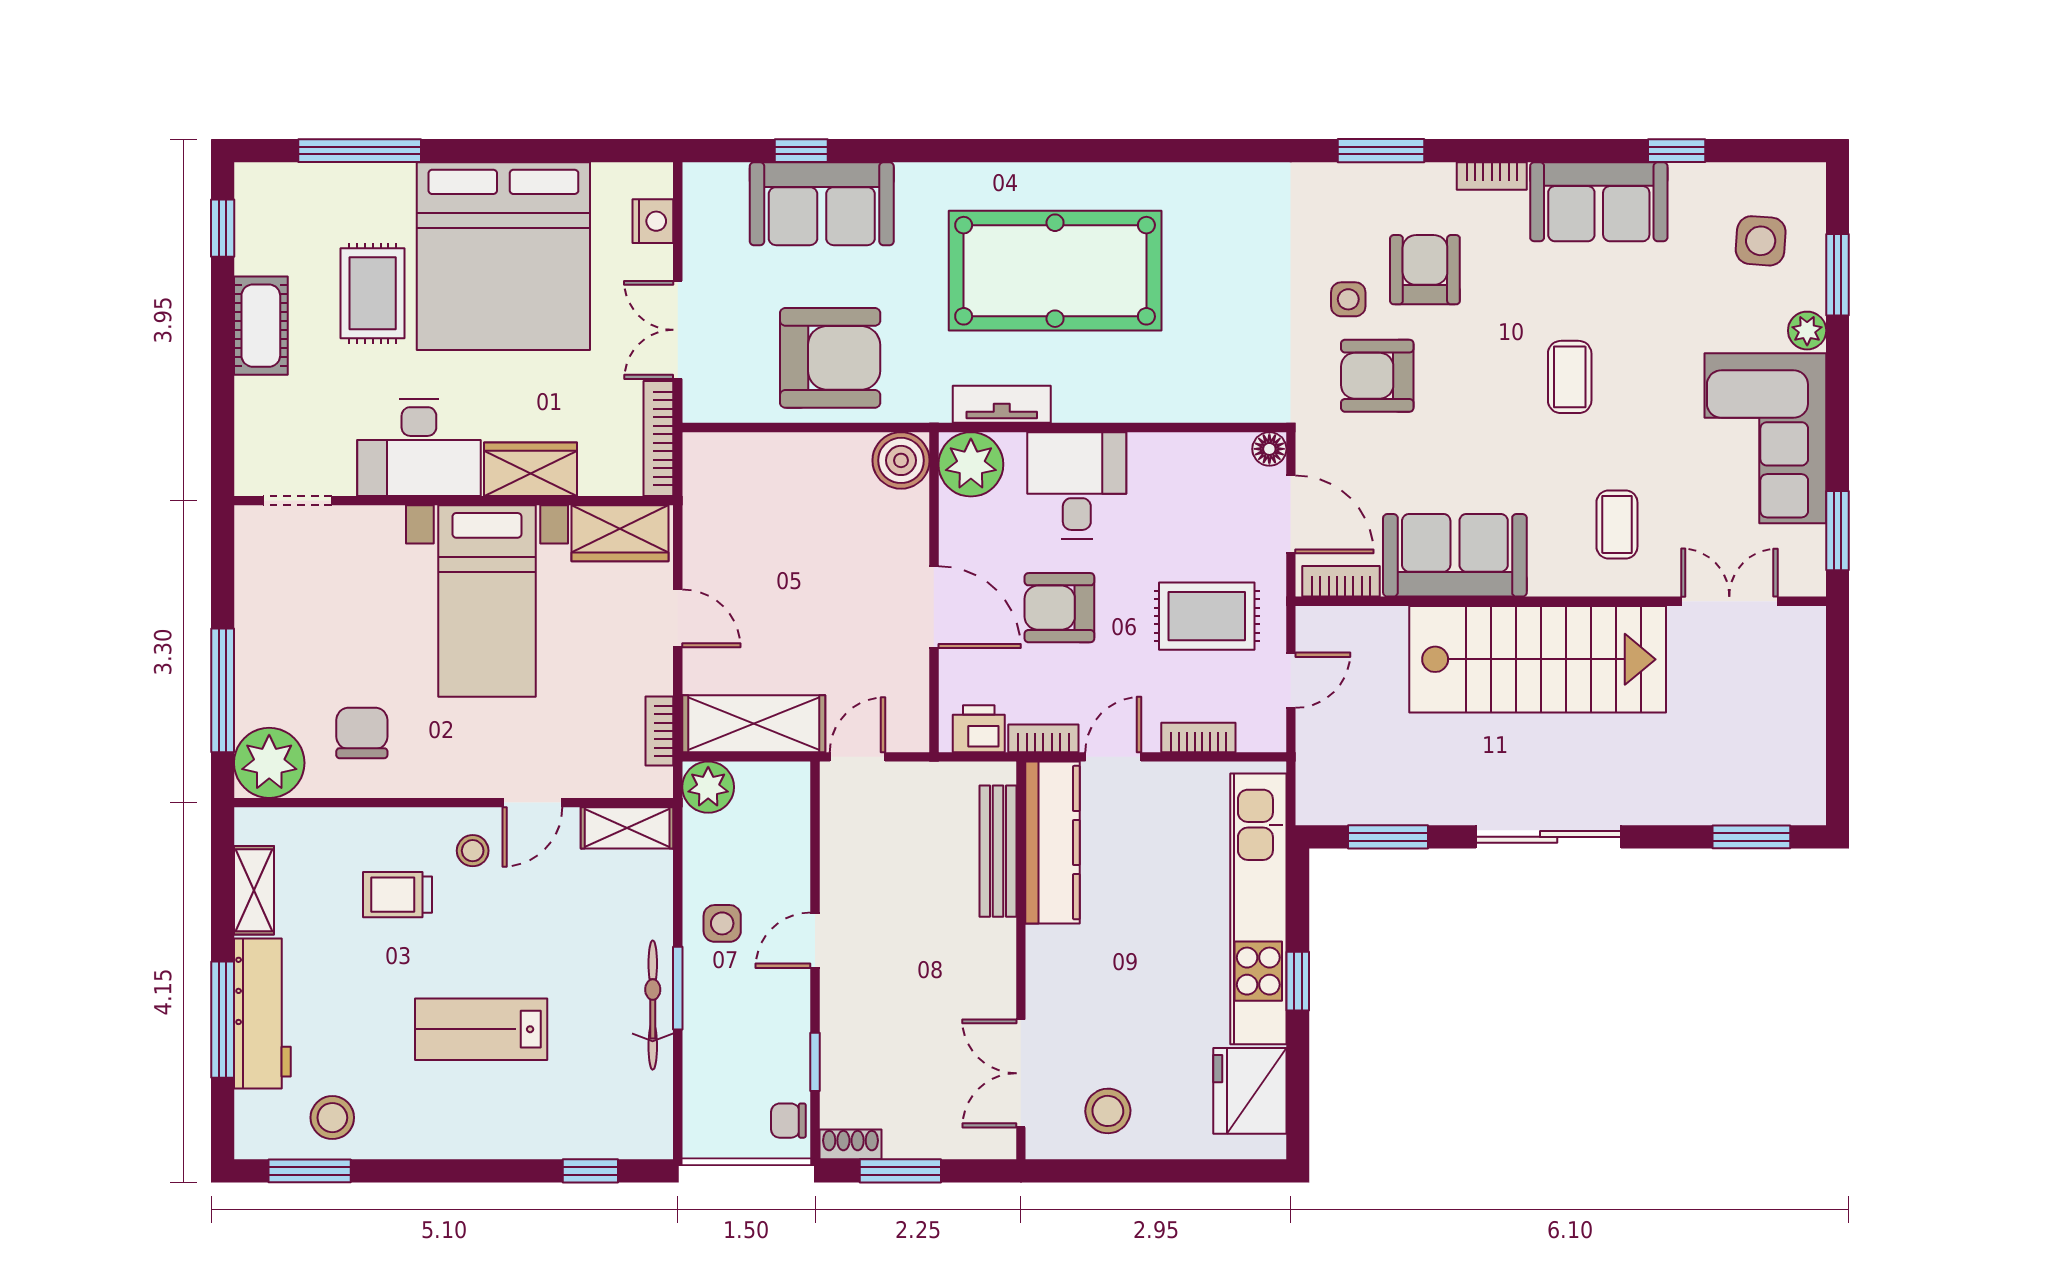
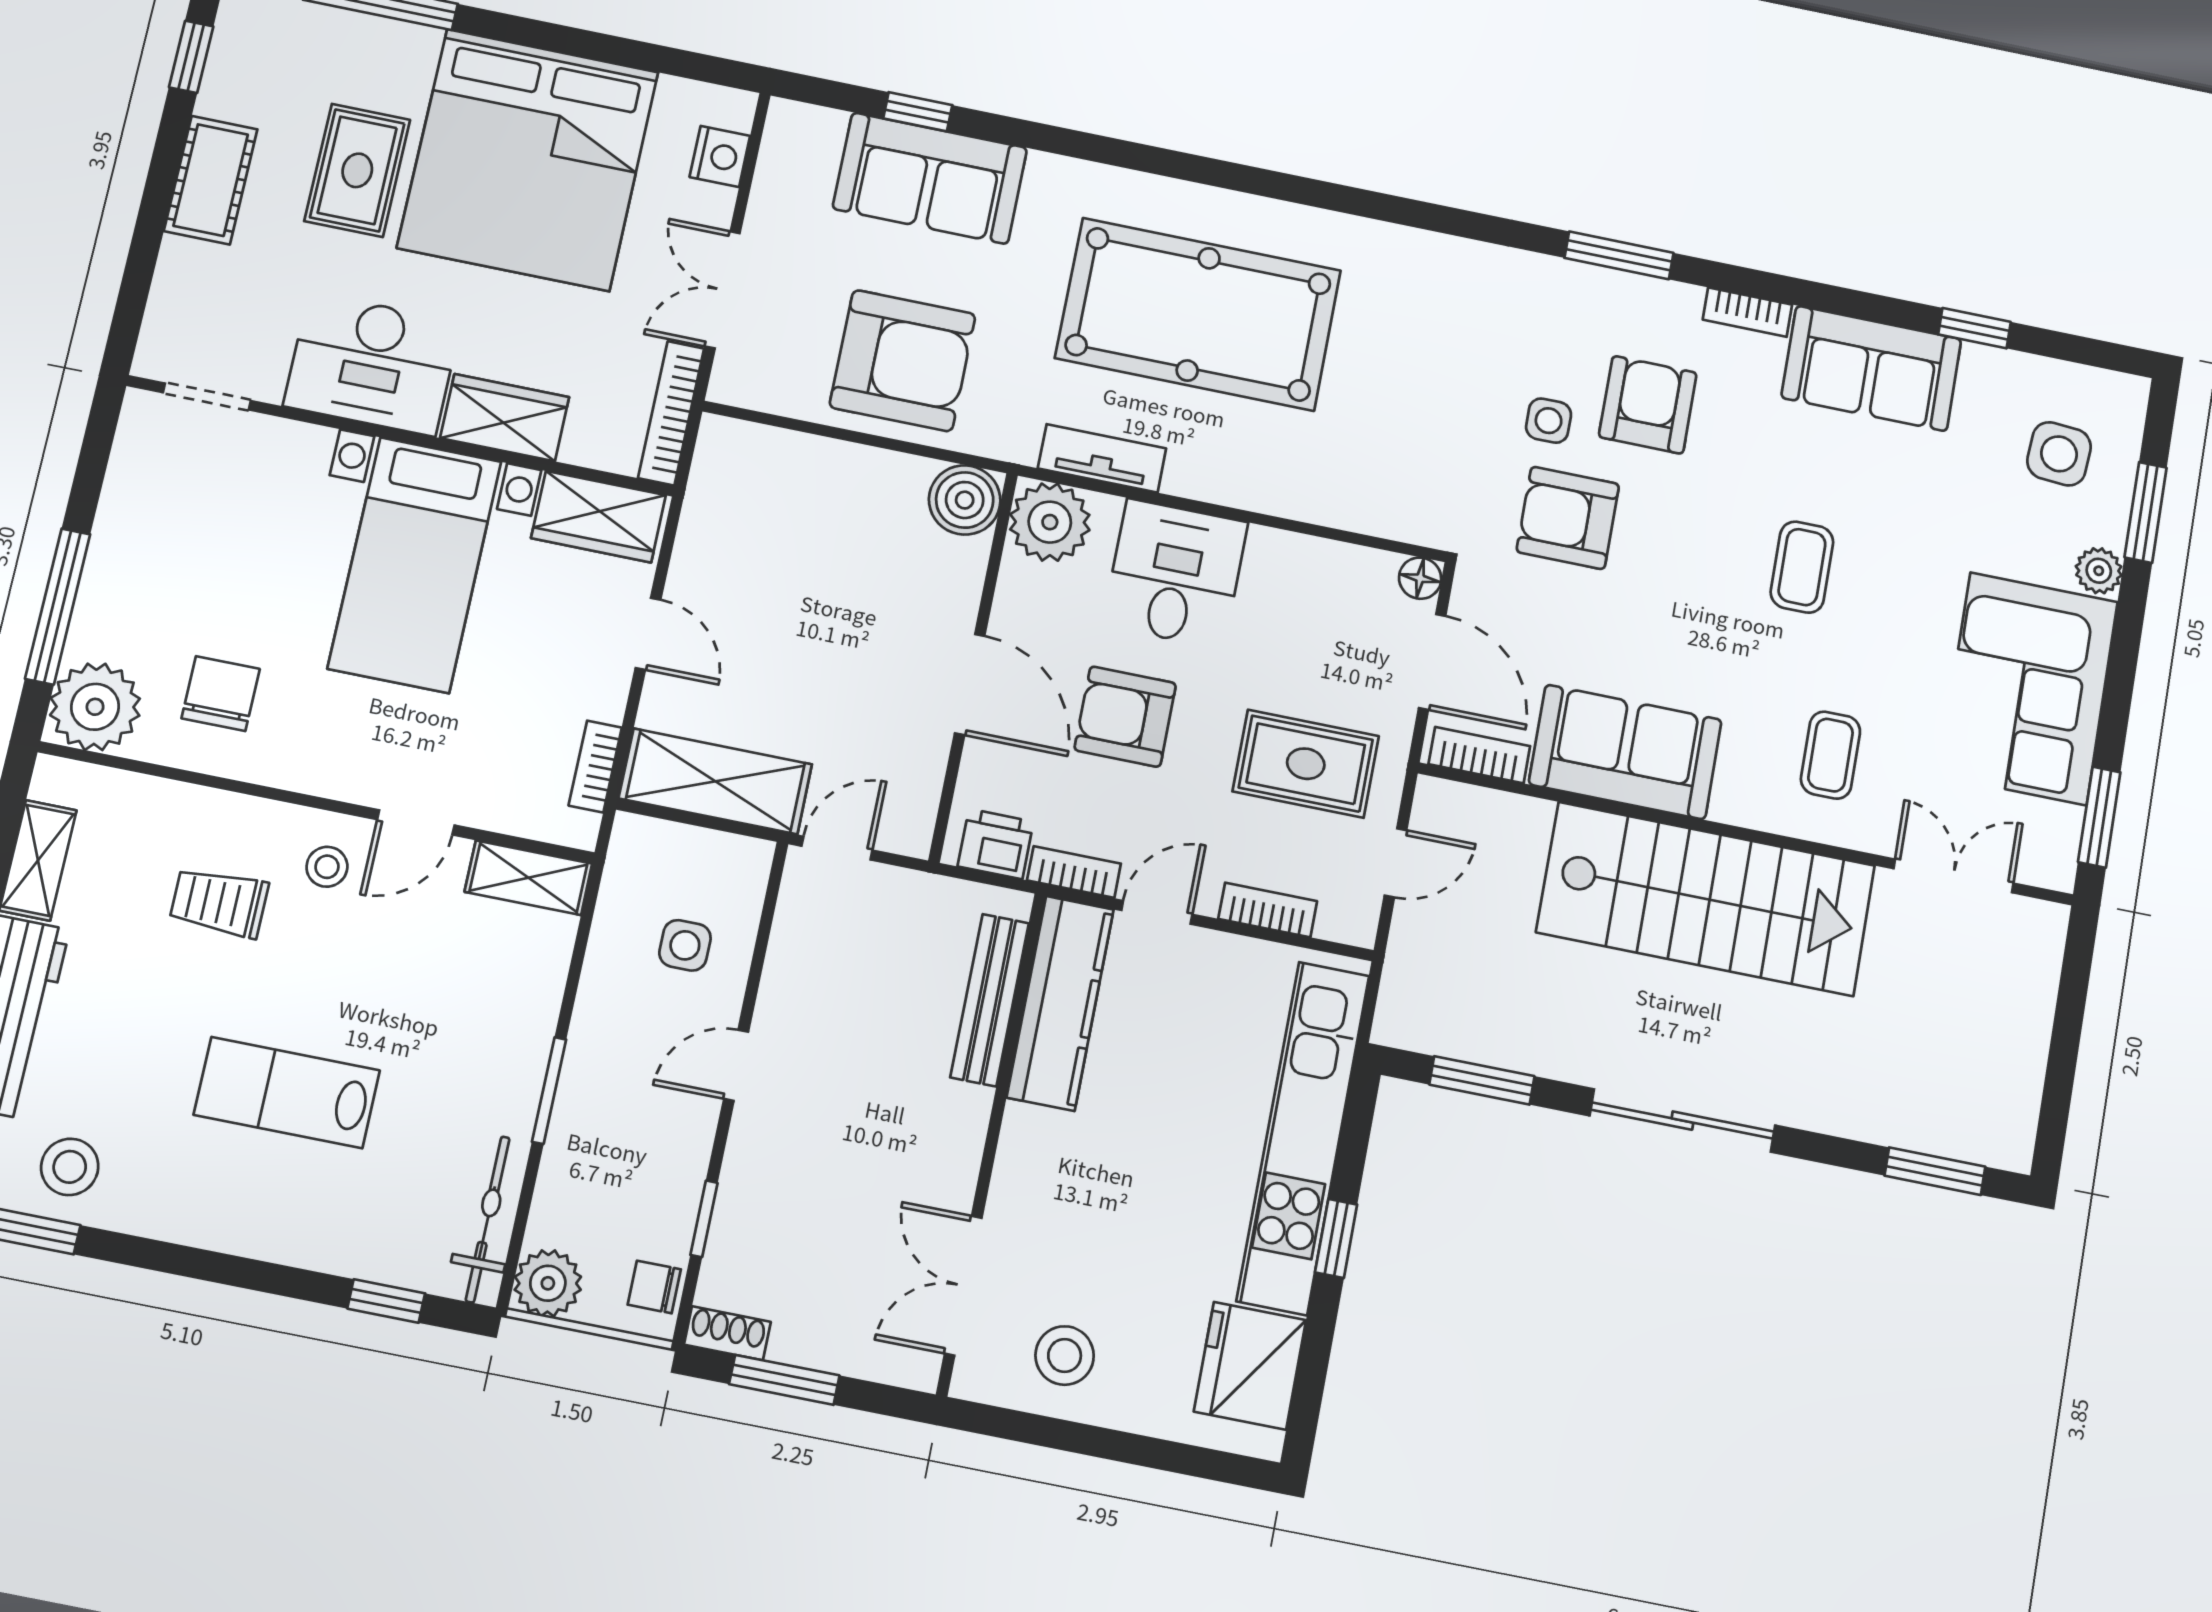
plant: (708, 787) -> (548, 1283), moved
side table: (722, 923) -> (685, 945), moved
bicycle: (653, 1005) -> (488, 1219), moved

